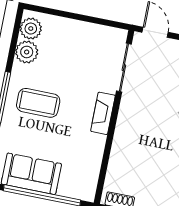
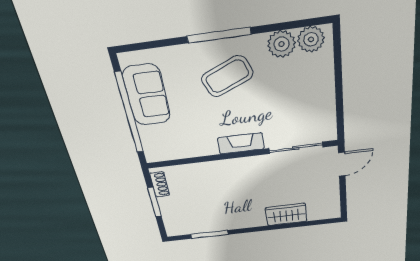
coffee table: (38, 103) -> (227, 76), turned 67

